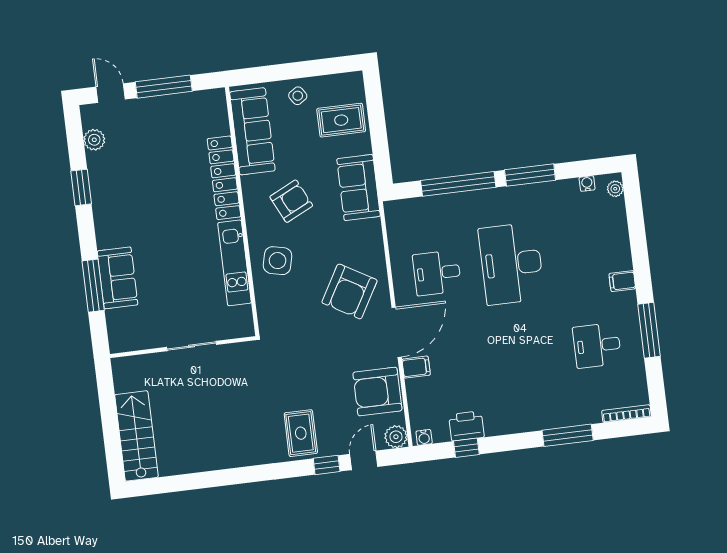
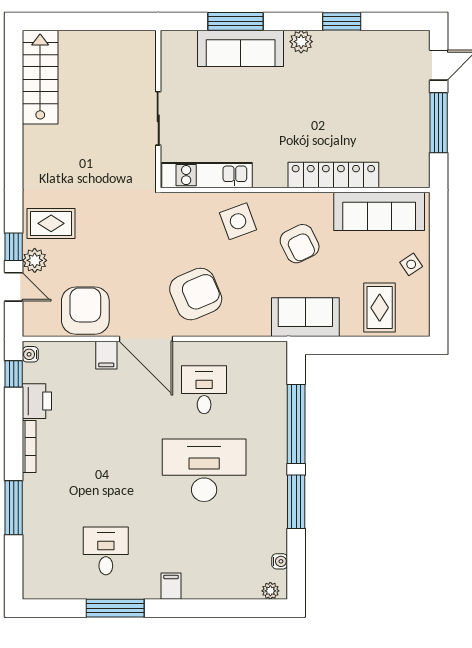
plant: (94, 140) -> (301, 42), moved
side table: (278, 261) -> (238, 221), turned -33
kitchen unit: (235, 263) -> (207, 175), moved
sofa: (118, 278) -> (241, 48), width x1.36
armchair: (350, 291) -> (196, 294), turned 127
bookcase: (627, 414) -> (29, 446), moved
stairs: (136, 436) -> (40, 77), moved, turned -90
plant: (396, 437) -> (35, 260), moved
window: (466, 448) -> (14, 374), moved

